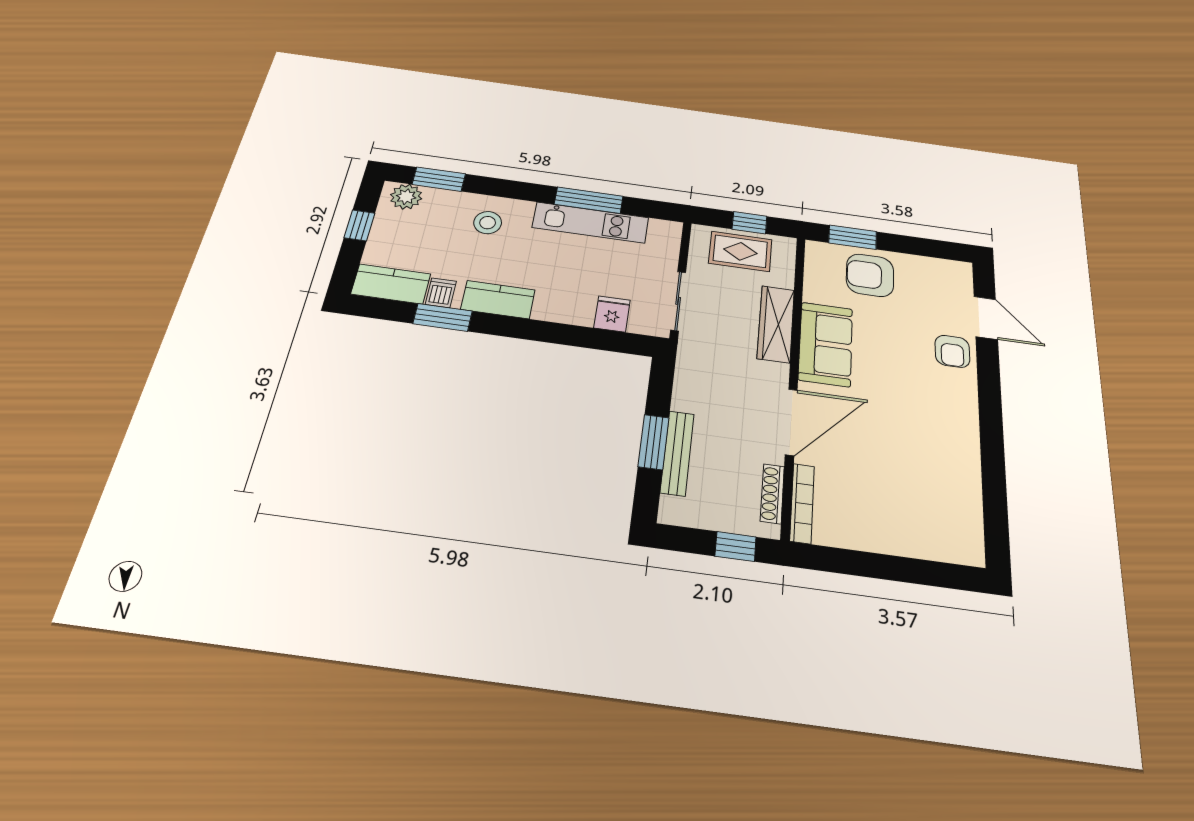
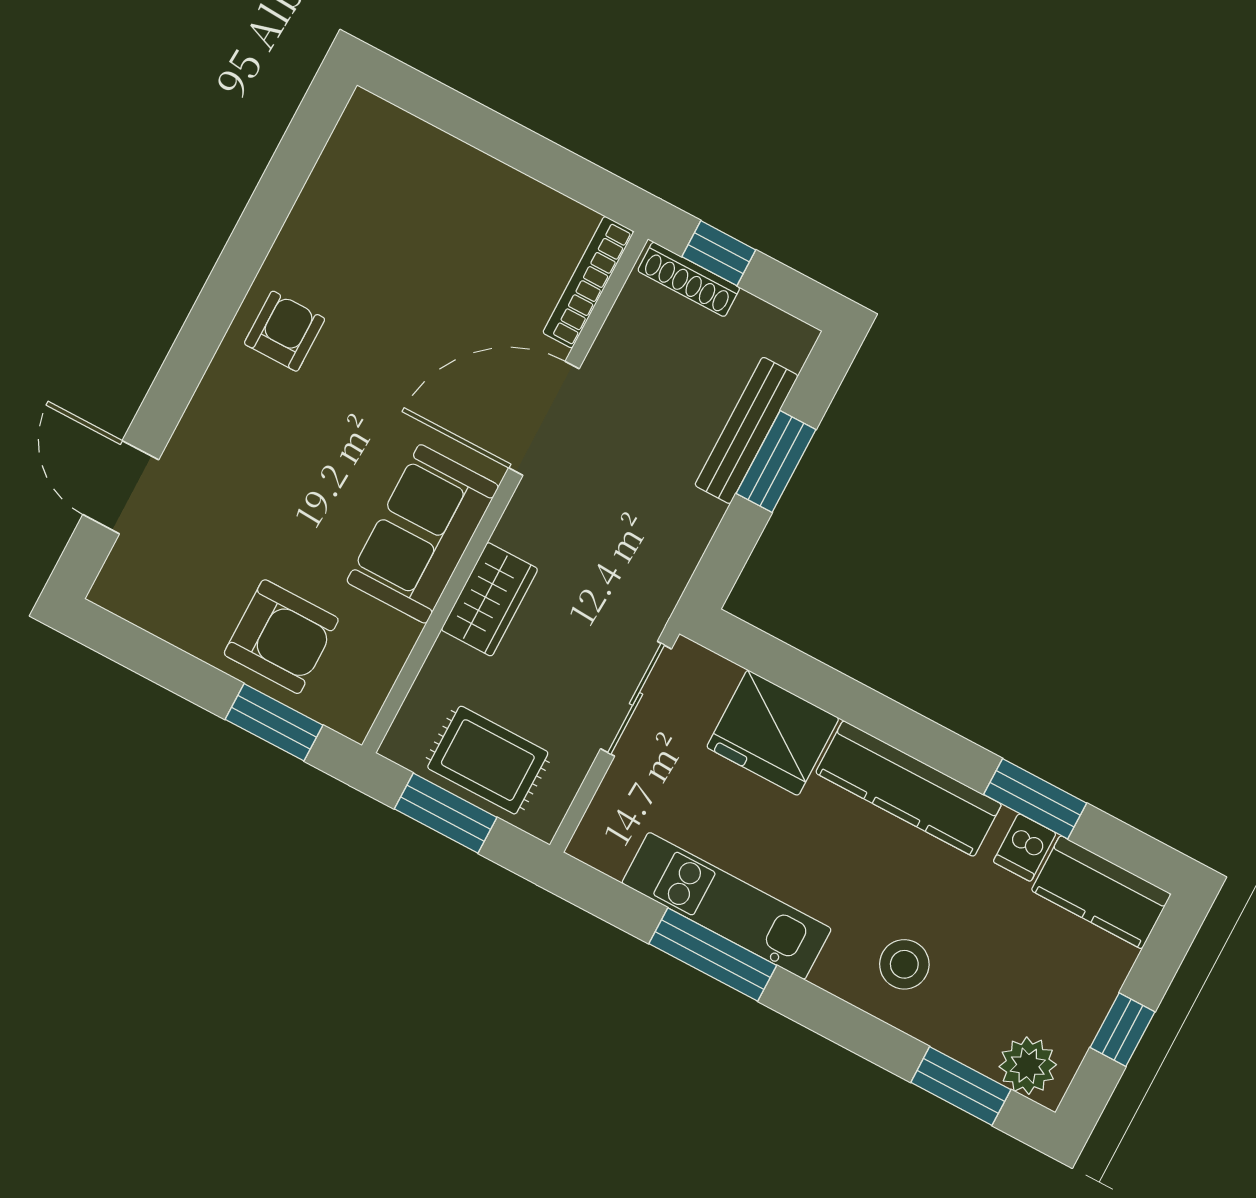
window: (750, 223) -> (446, 813), width x1.50
kitchen counter: (498, 300) -> (909, 789), width x1.50
fridge: (612, 314) -> (773, 733), width x1.88, depth x1.34
wardrobe: (776, 324) -> (489, 599), width x0.67
armchair: (952, 351) -> (285, 331), moved
shoe rack: (772, 494) -> (689, 279), moved, turned 90

